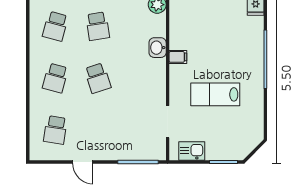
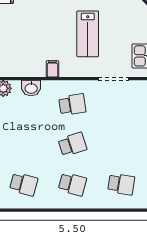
school desk: (98, 26) -> (72, 105), moved
washbasin: (158, 48) -> (31, 88), moved

